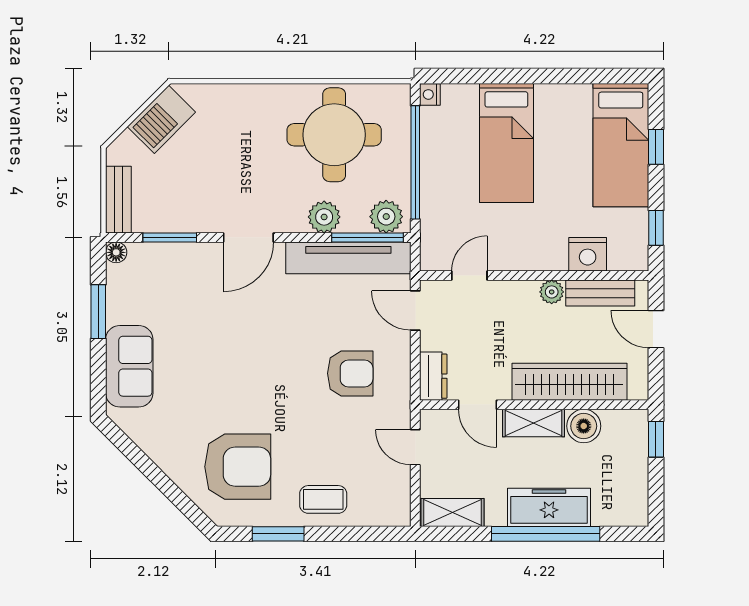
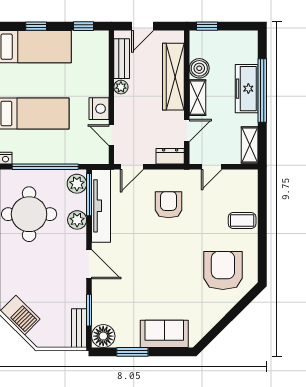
bench: (118, 200) -> (79, 328), moved, turned 90
floor lamp: (116, 252) -> (103, 336), width x1.89, depth x1.89
nightstand: (588, 254) -> (99, 109), moved
coffee table: (323, 499) -> (242, 221), turned 90
window: (278, 534) -> (262, 247), removed

